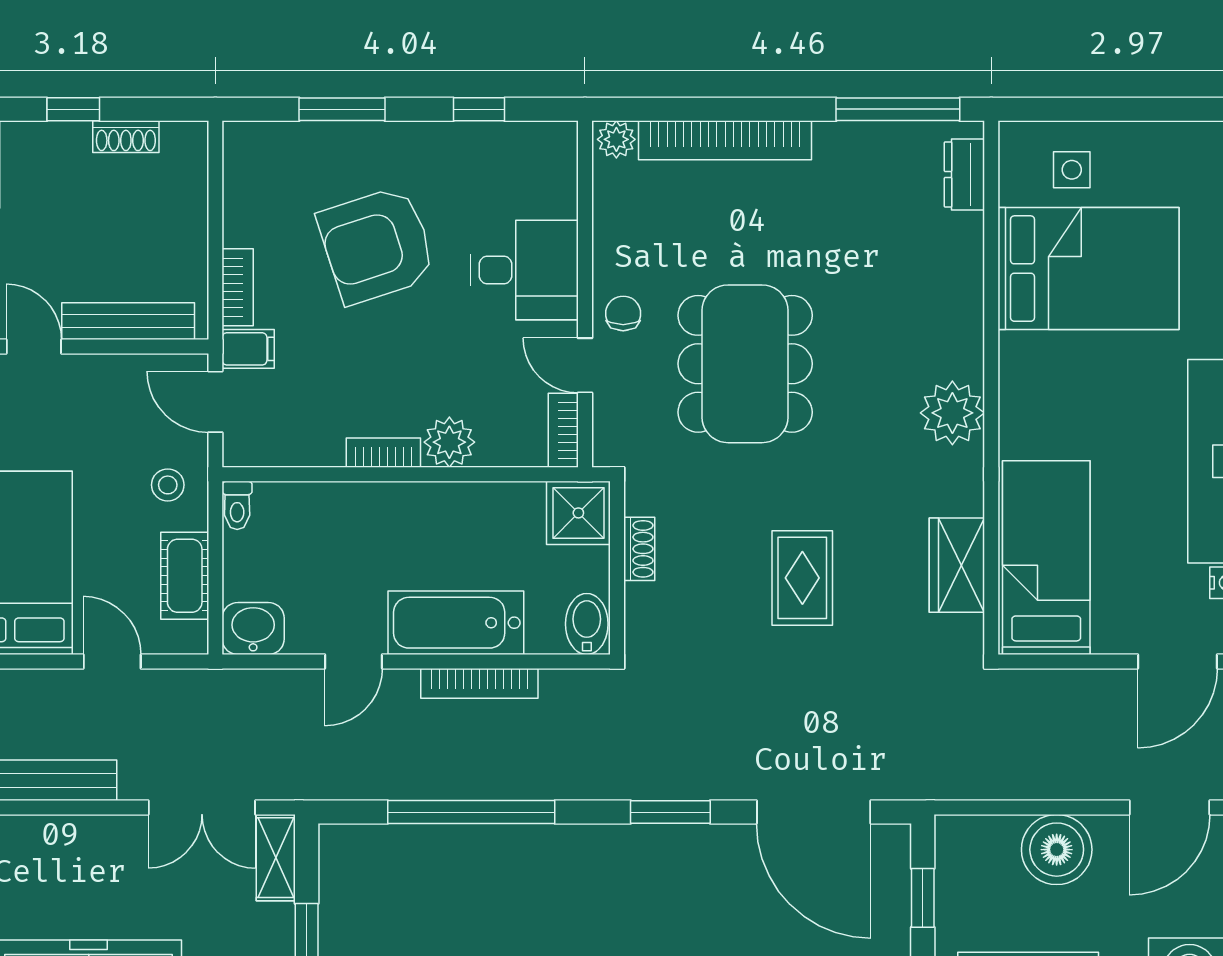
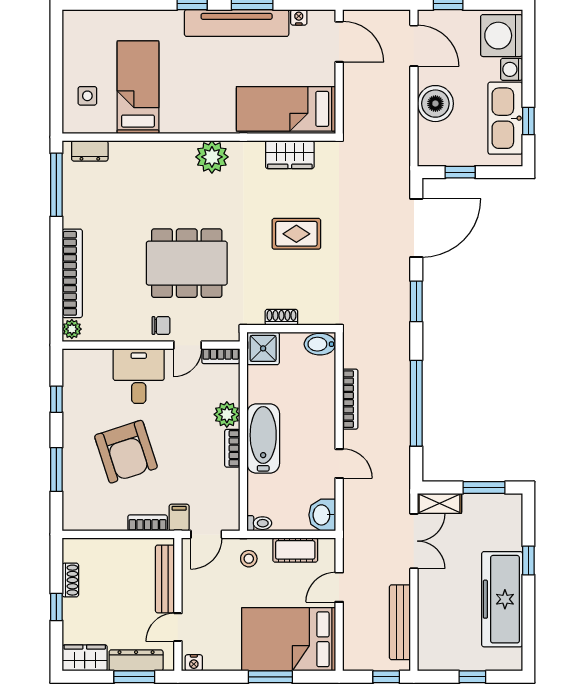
bed: (1088, 269) -> (138, 87), width x0.67
chair: (623, 313) -> (161, 326), turned 180
bathtub: (456, 623) -> (263, 438), moved, turned 180

